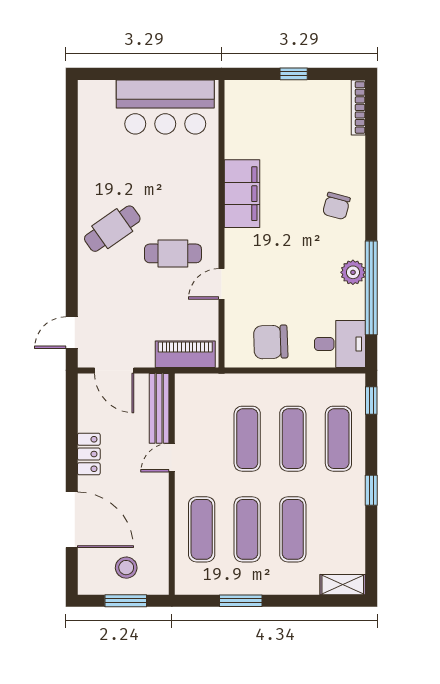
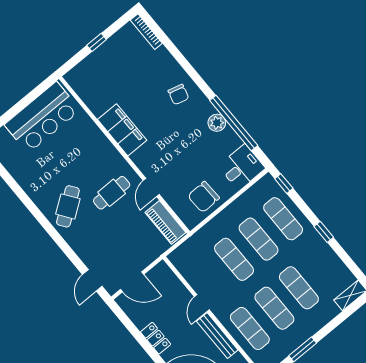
piano: (185, 354) -> (165, 222), moved, turned -90
bench: (159, 408) -> (217, 336), moved

